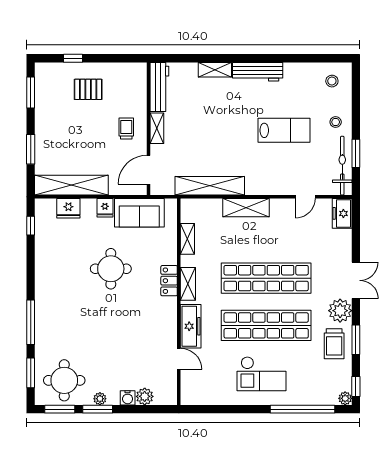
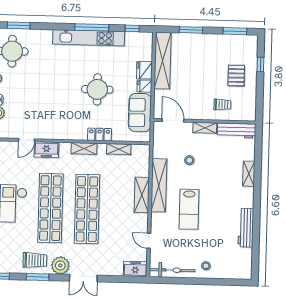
workbench: (258, 72) -> (246, 228), moved
stool: (332, 81) -> (189, 160), moved
trolley: (126, 128) -> (222, 105), moved
lab bench: (284, 130) -> (189, 209), moved
window: (356, 153) -> (181, 281), removed
shelving: (210, 186) -> (159, 185), moved
fridge: (68, 208) -> (144, 70), moved
locker: (169, 281) -> (100, 134), moved
kitchen unit: (44, 282) -> (89, 38), added
window: (31, 322) -> (92, 27), moved
freezer: (191, 326) -> (46, 150), width x0.71
trolley: (334, 344) -> (35, 260), turned 180

